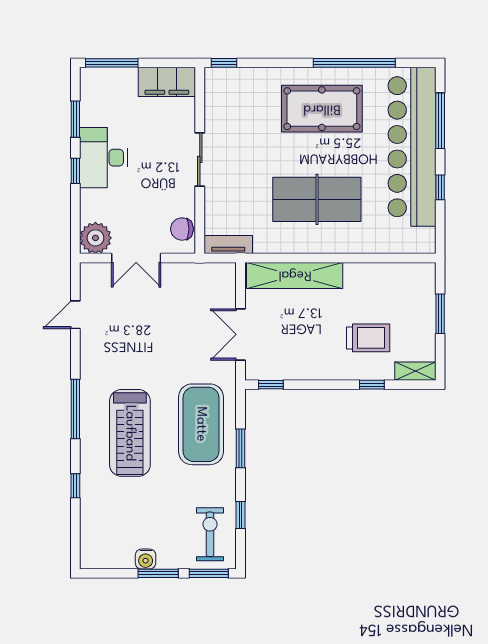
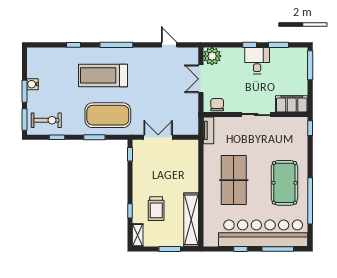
filing cabinet: (167, 82) -> (292, 104), moved, turned 90
desk: (103, 158) -> (257, 61), width x0.73
shelving: (295, 275) -> (191, 220), moved

